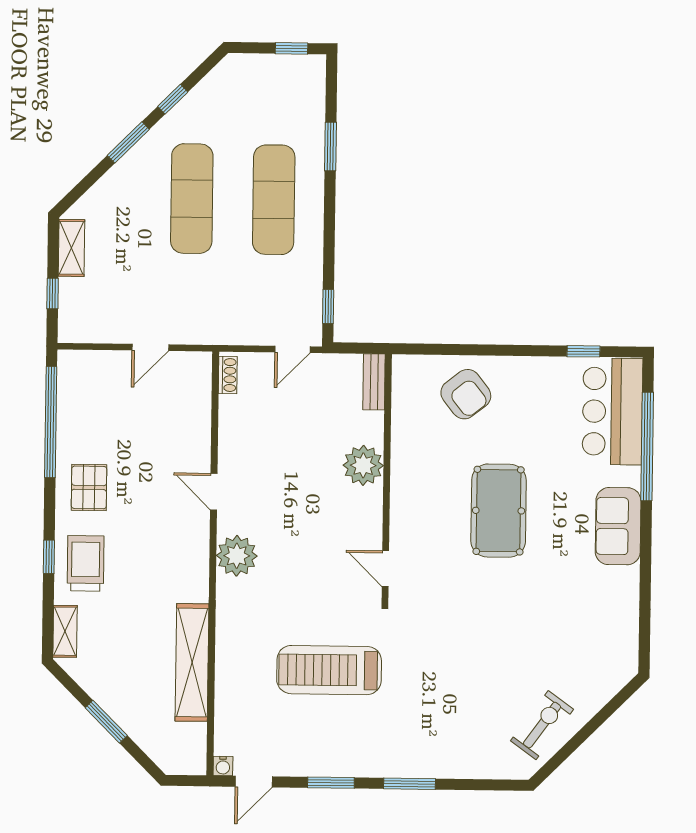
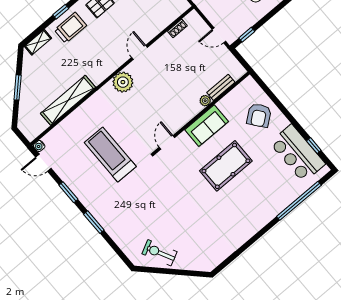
shoe rack: (228, 375) -> (177, 28), moved
bench: (374, 382) -> (221, 87), moved
bar counter: (612, 411) -> (297, 153), moved, turned -90
plant: (363, 465) -> (205, 101), width x0.53, depth x0.53
sofa: (618, 526) -> (207, 126), moved, turned 180
exercise bike: (542, 725) -> (159, 253), turned -153

